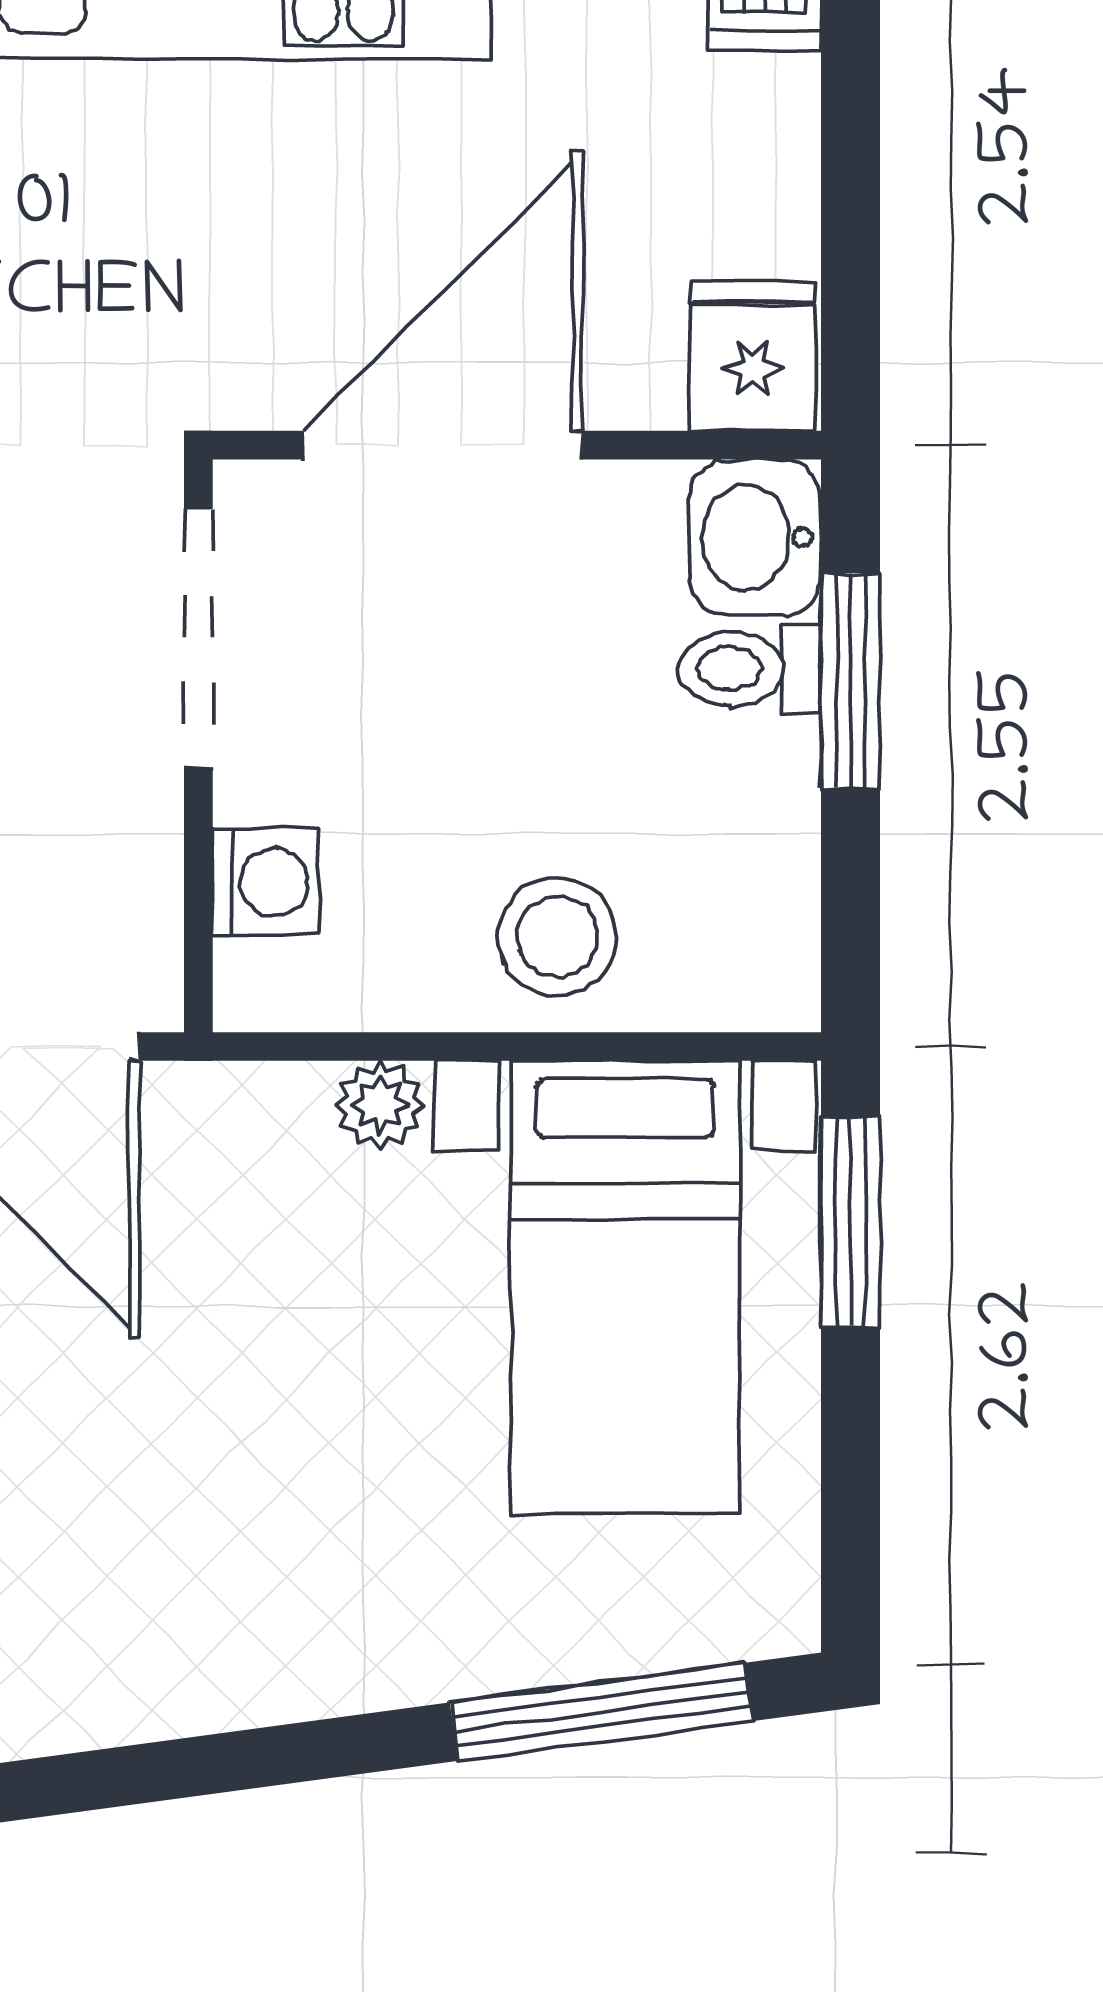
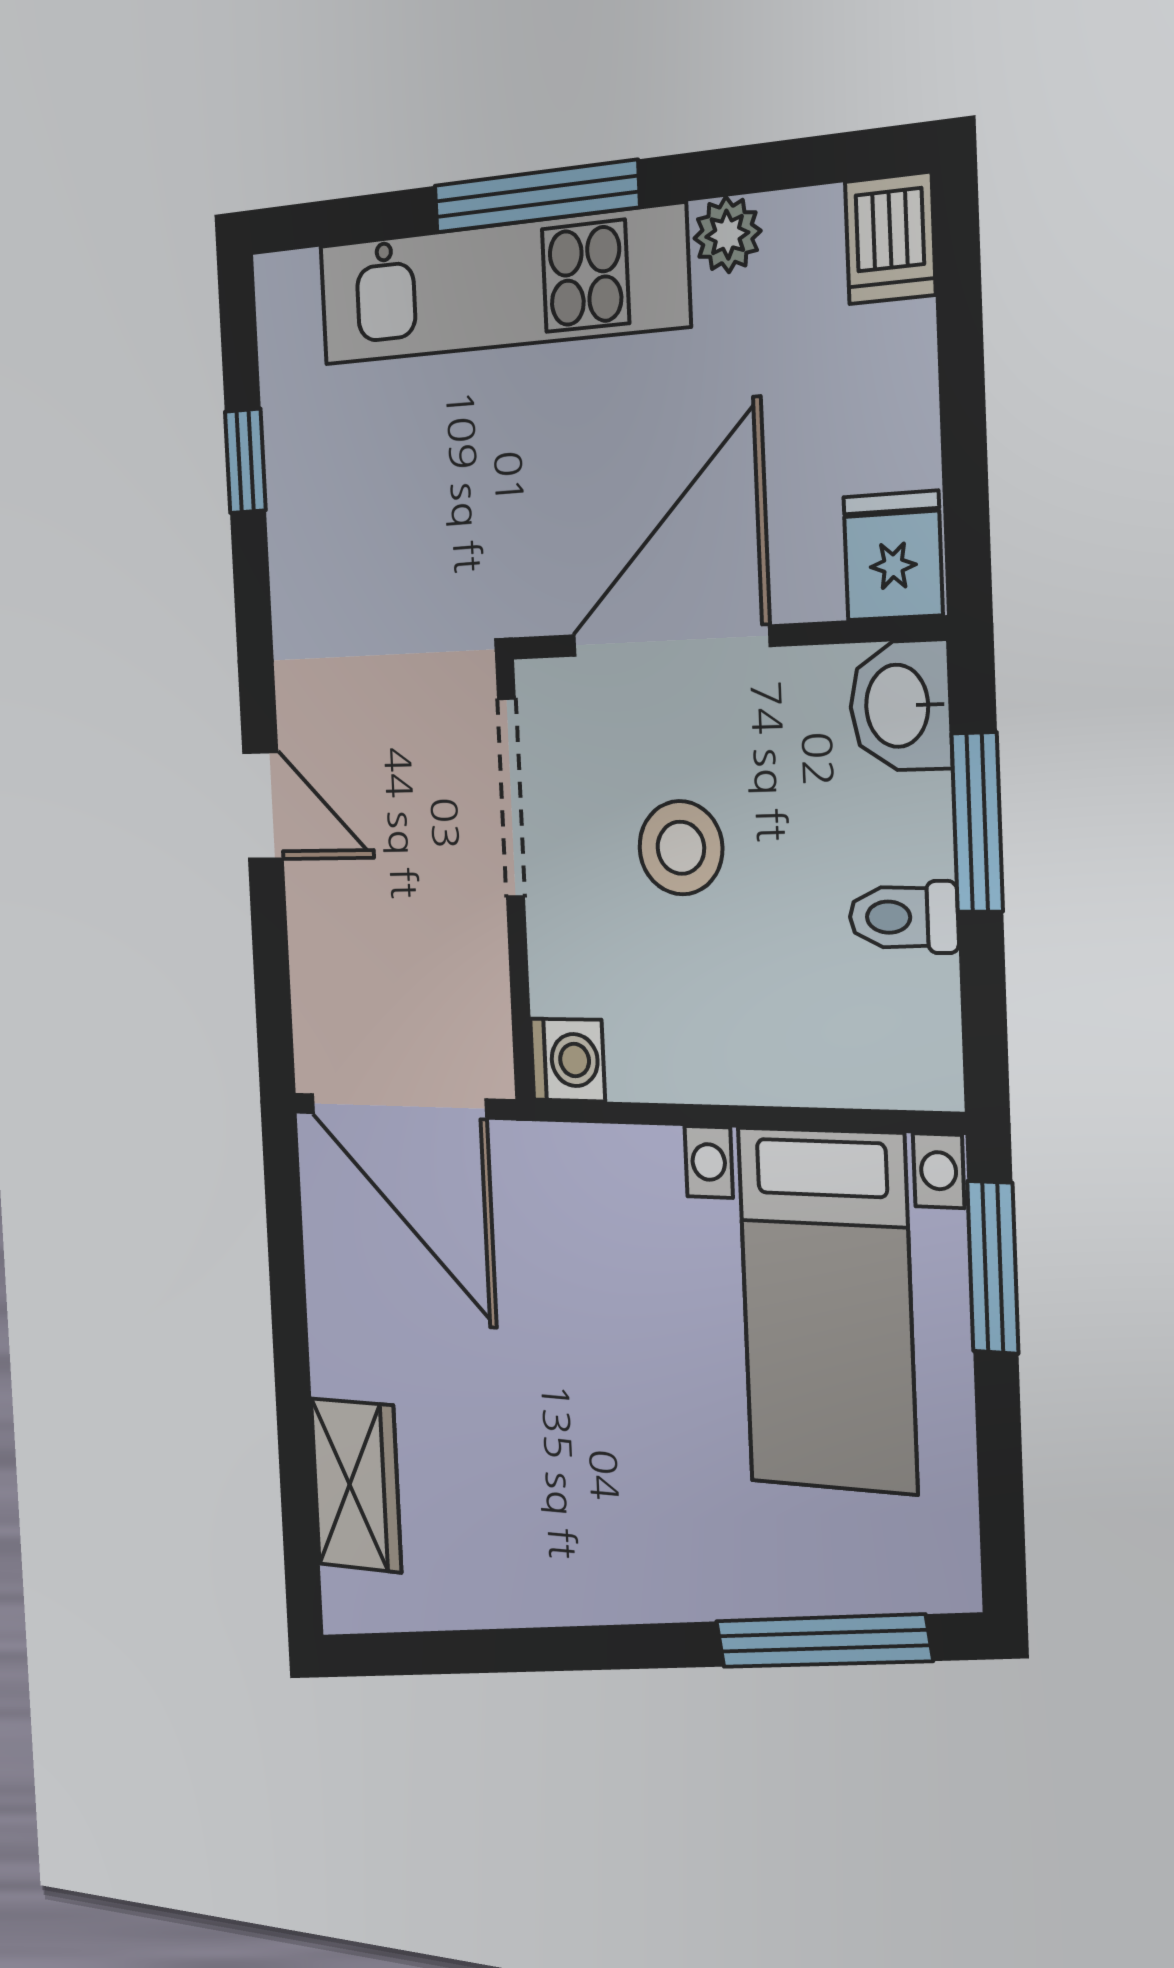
toilet: (749, 669) -> (904, 917), moved
washing machine: (266, 882) -> (567, 1060), moved
stool: (557, 937) -> (681, 848), moved
plant: (380, 1105) -> (649, 1159), removed

